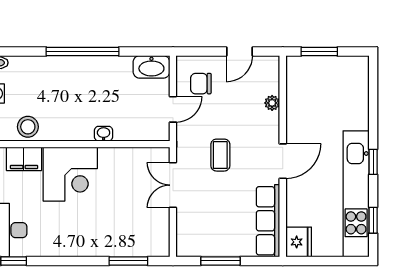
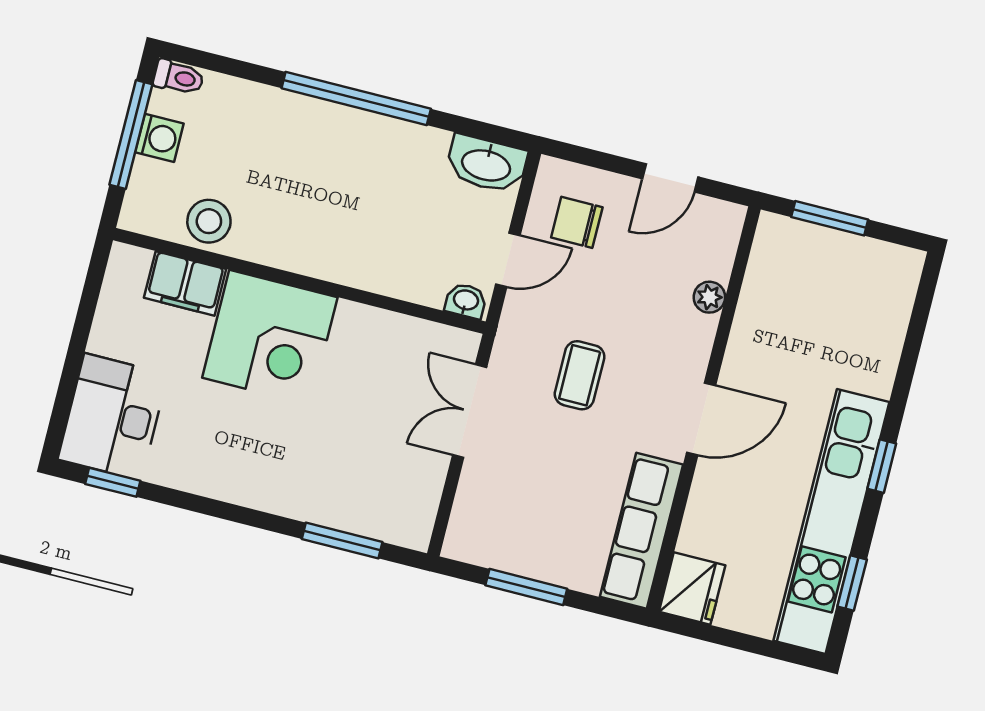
washbasin: (104, 134) -> (466, 301), moved

